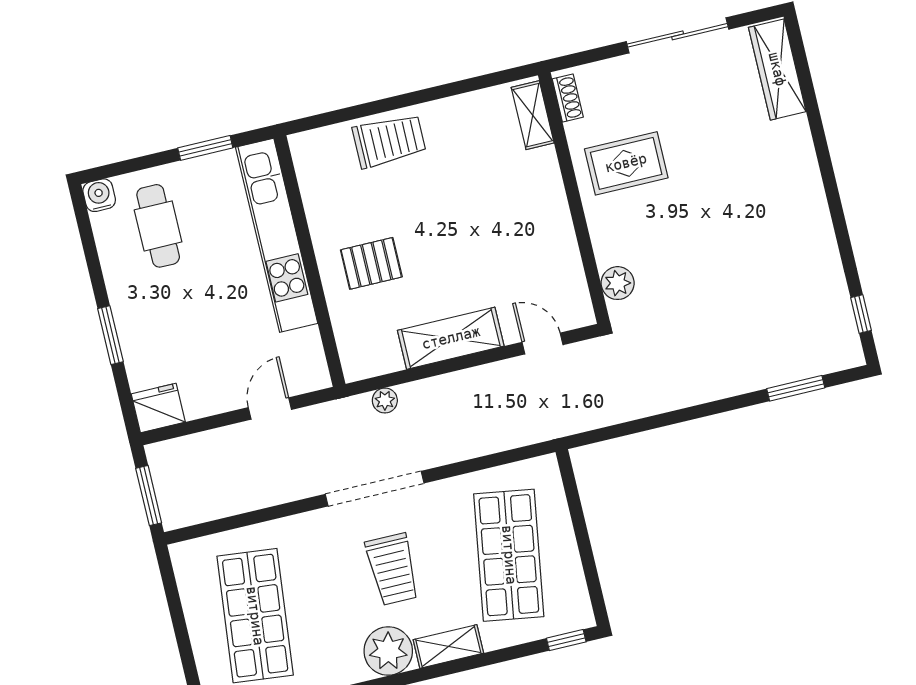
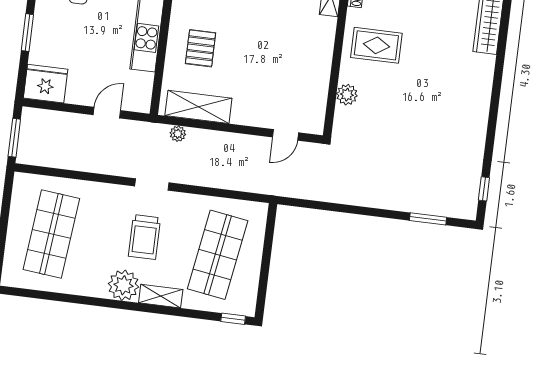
pallet: (371, 263) -> (201, 48), turned 90
plant: (618, 283) -> (347, 95), moved
shelving: (451, 338) -> (198, 107), moved
door: (542, 344) -> (286, 135), swing flipped
fridge: (158, 408) -> (46, 84), width x1.36, depth x1.34
doorway: (375, 489) -> (152, 184), width x0.53

